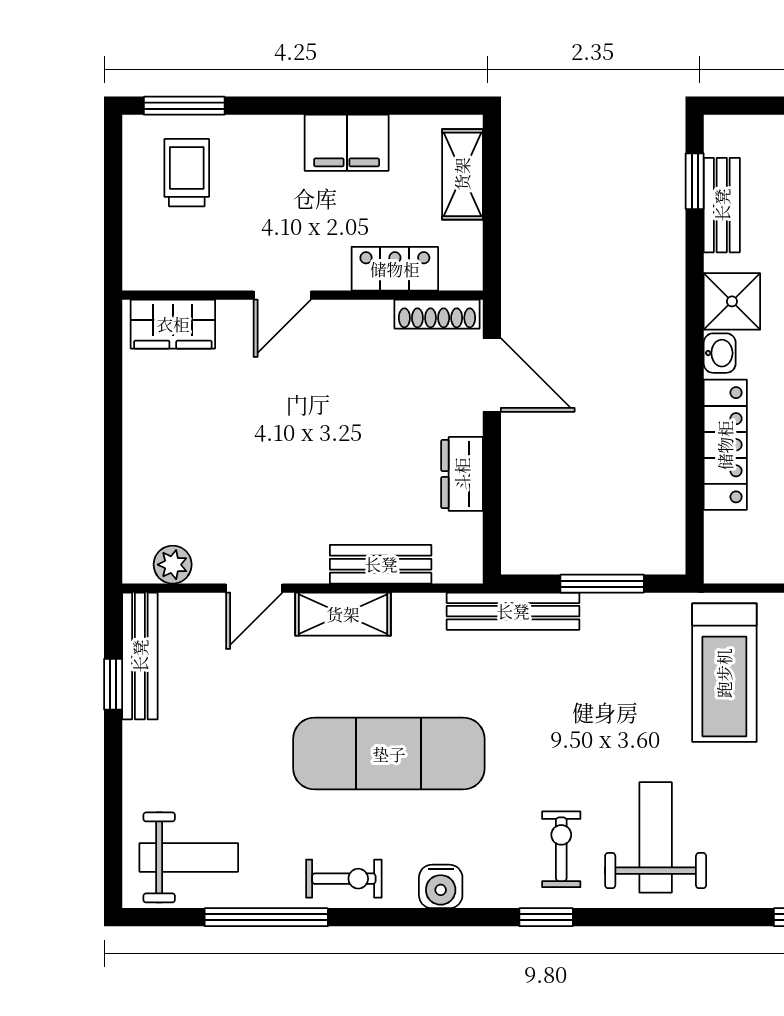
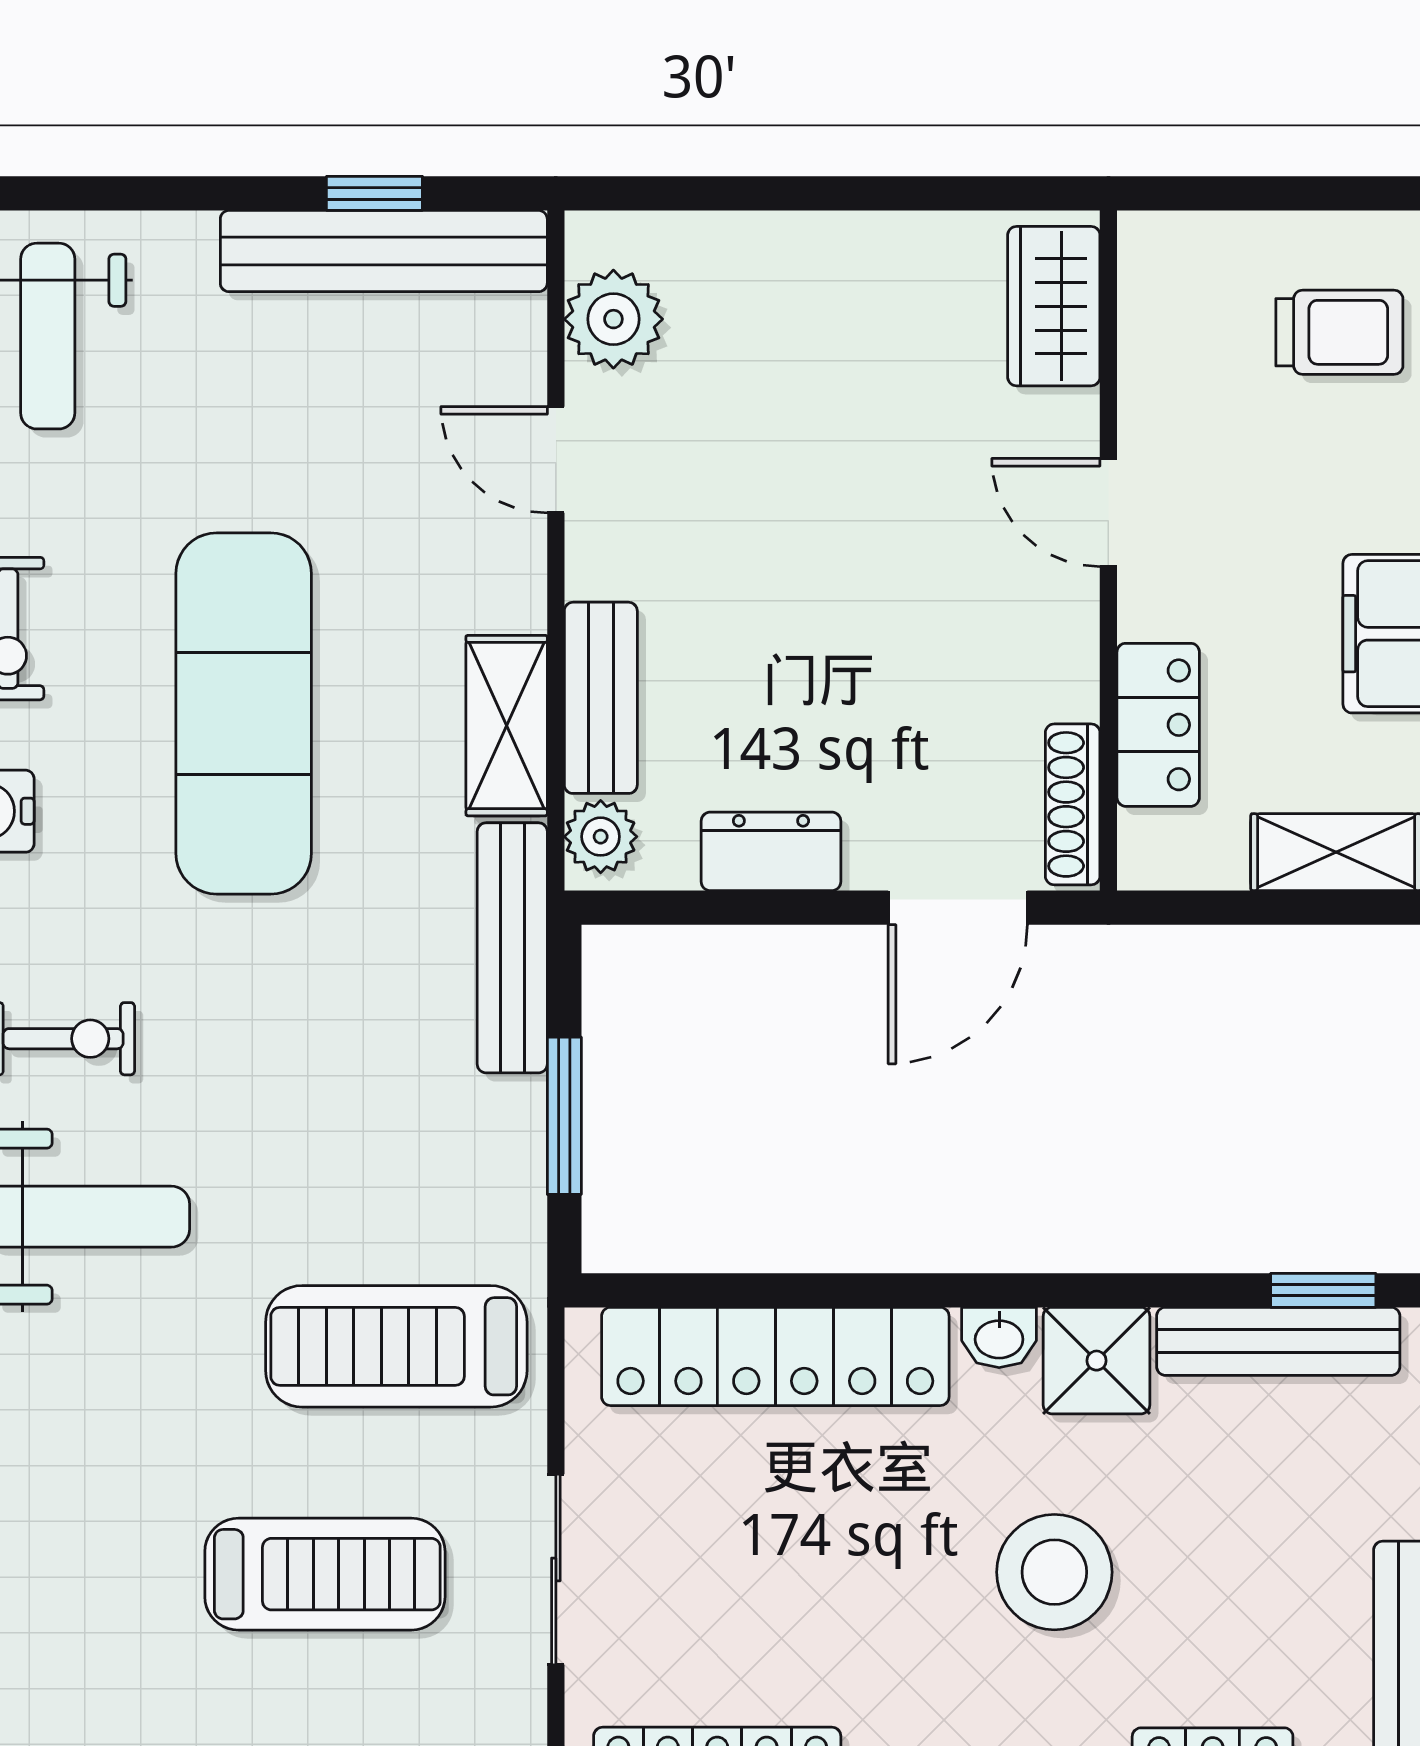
bench: (722, 205) -> (1278, 1341), width x1.36
locker: (725, 445) -> (775, 1356), width x1.41, depth x1.21
plant: (454, 564) -> (601, 837), added
plant: (173, 565) -> (613, 319), width x1.38, depth x1.38
shelving: (343, 614) -> (507, 726), moved
bench: (140, 656) -> (384, 251), width x1.37, depth x1.21

